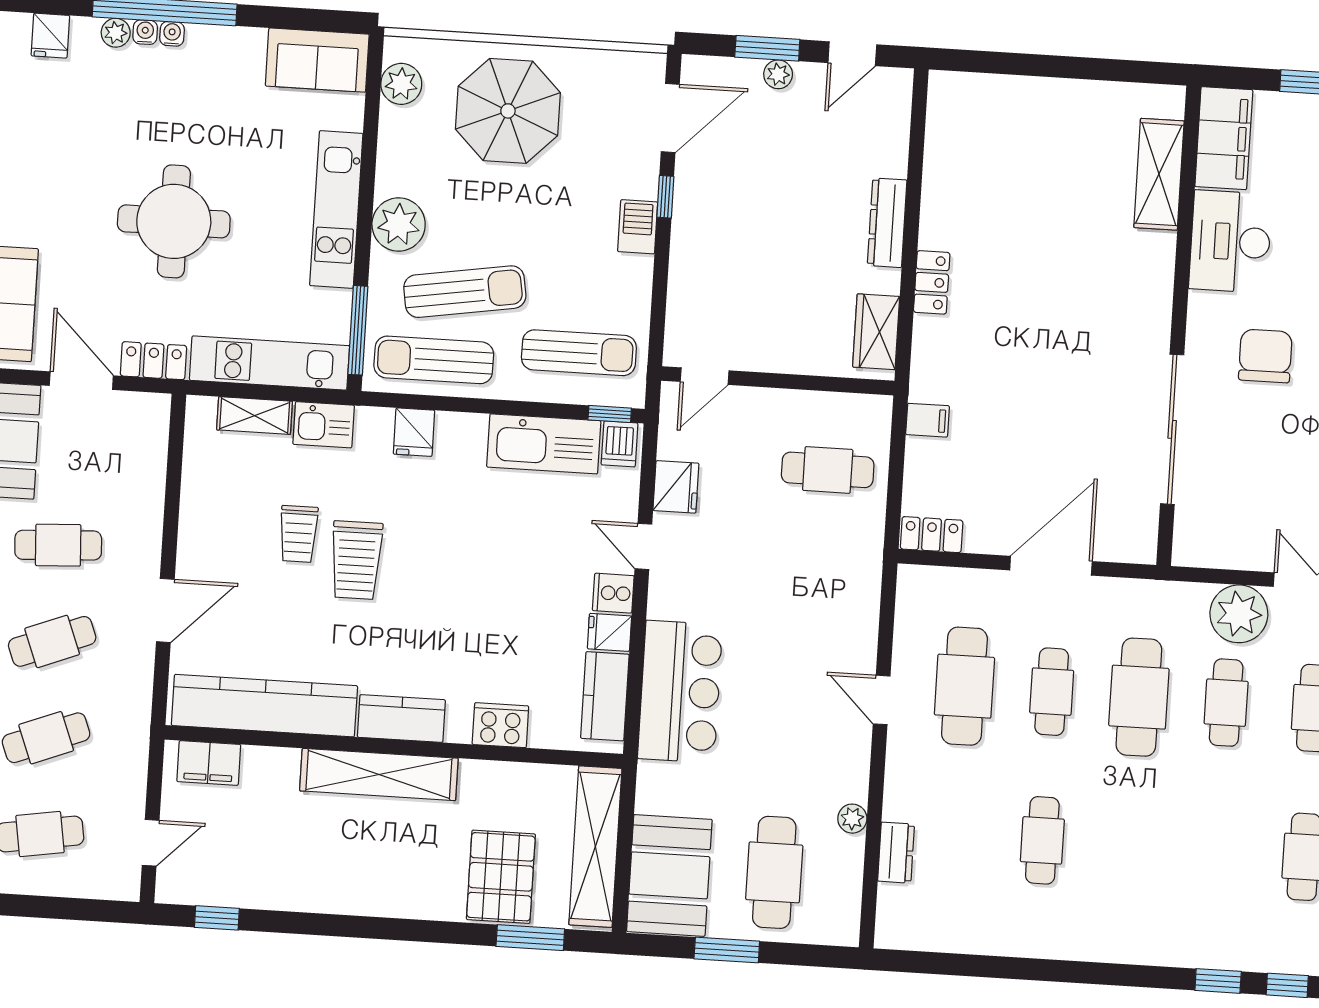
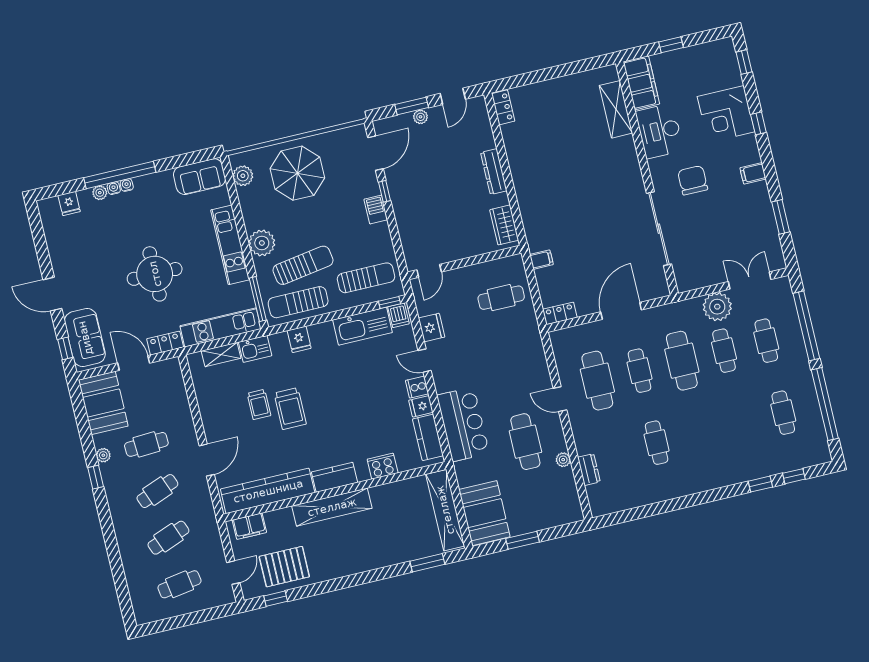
locker: (932, 282) -> (503, 107), moved
cafe table: (774, 872) -> (525, 442), moved
pallet: (501, 877) -> (284, 567), moved, turned 90

